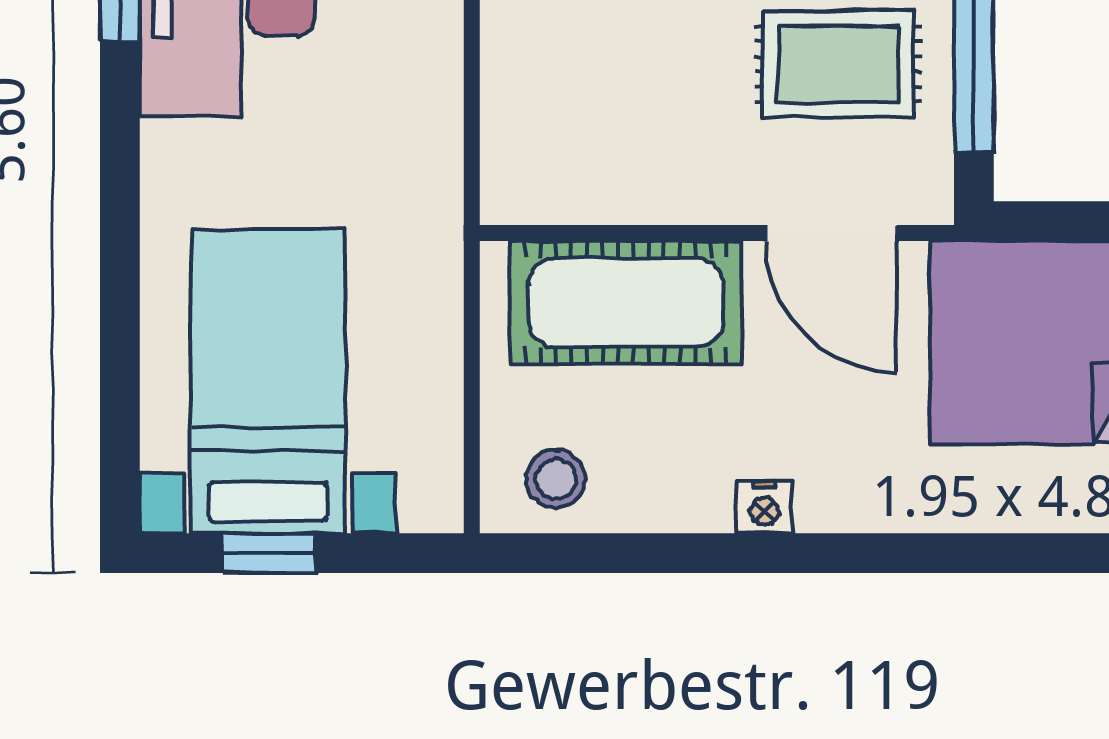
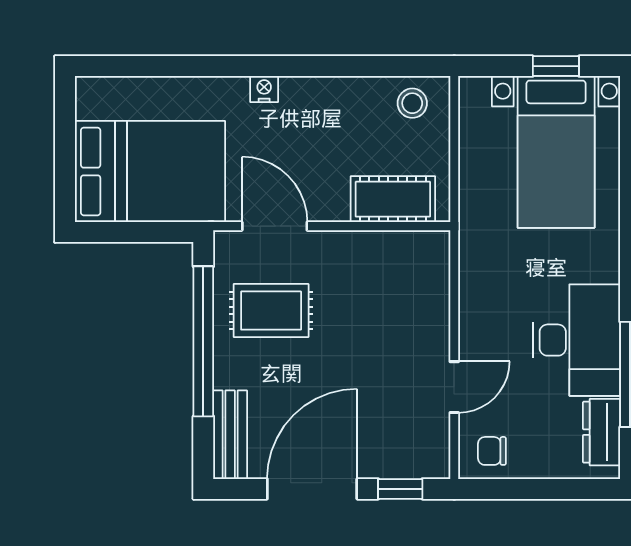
cot: (626, 302) -> (393, 199), width x0.73, depth x0.75
nightstand: (764, 507) -> (264, 89), moved

